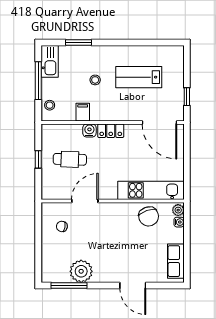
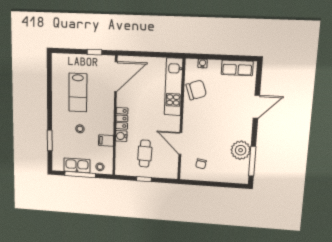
kitchen sink: (50, 61) -> (77, 165), moved
plant: (178, 210) -> (192, 64), removed

